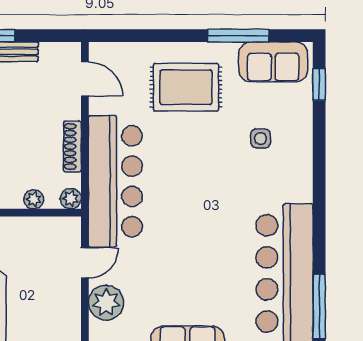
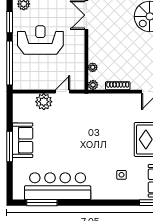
bar counter: (115, 181) -> (101, 106), removed
door: (85, 263) -> (63, 92), swing flipped

